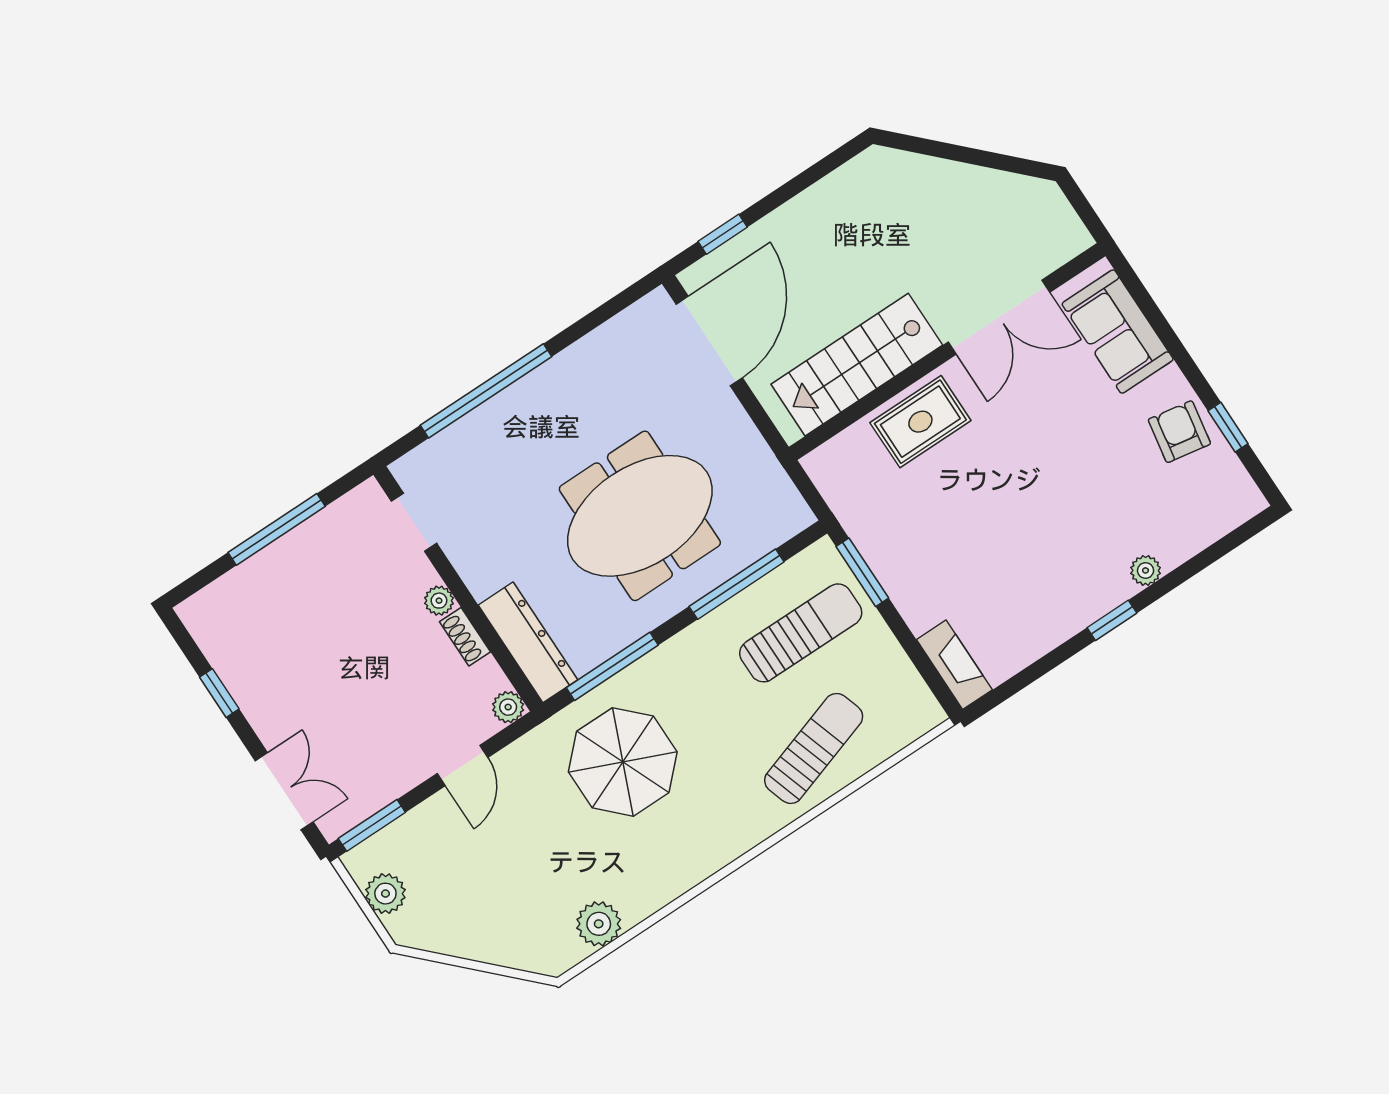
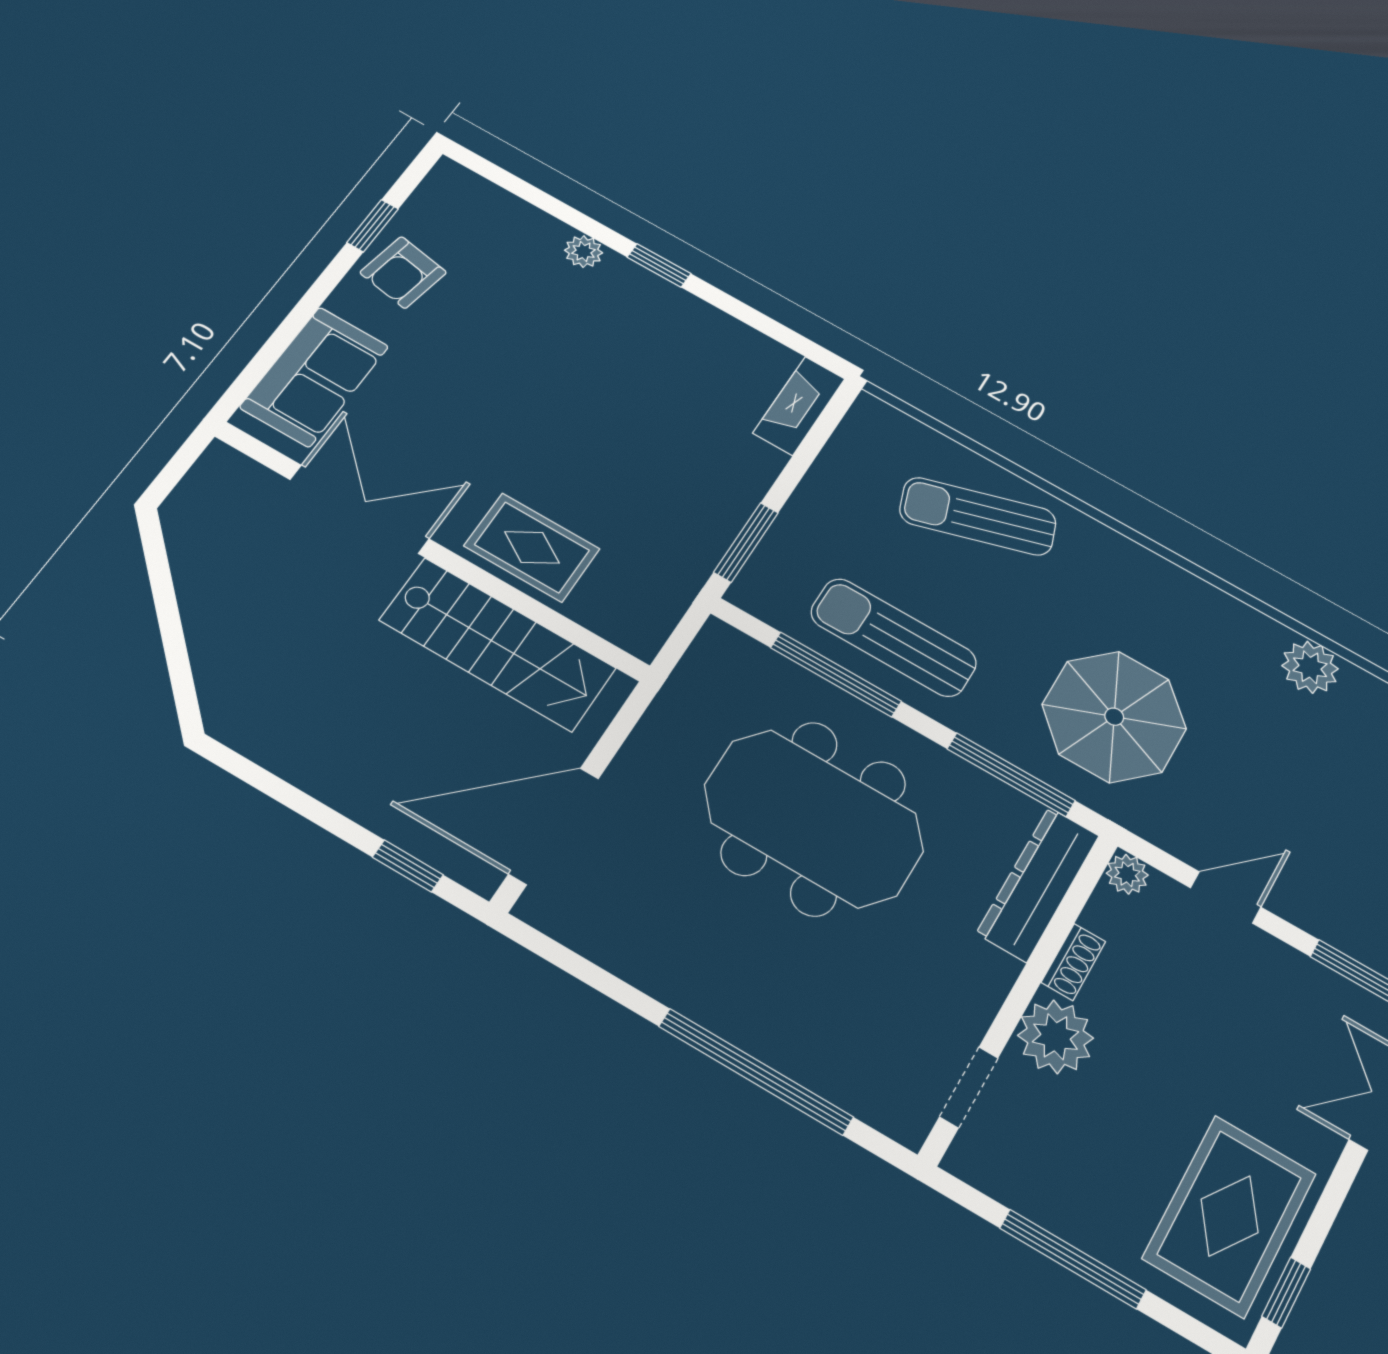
plant: (439, 601) -> (1056, 1037), width x1.87, depth x1.87
sun lounger: (801, 633) -> (894, 638), moved
rug: (257, 645) -> (1230, 1216), added
window: (219, 693) -> (1286, 1293), moved

